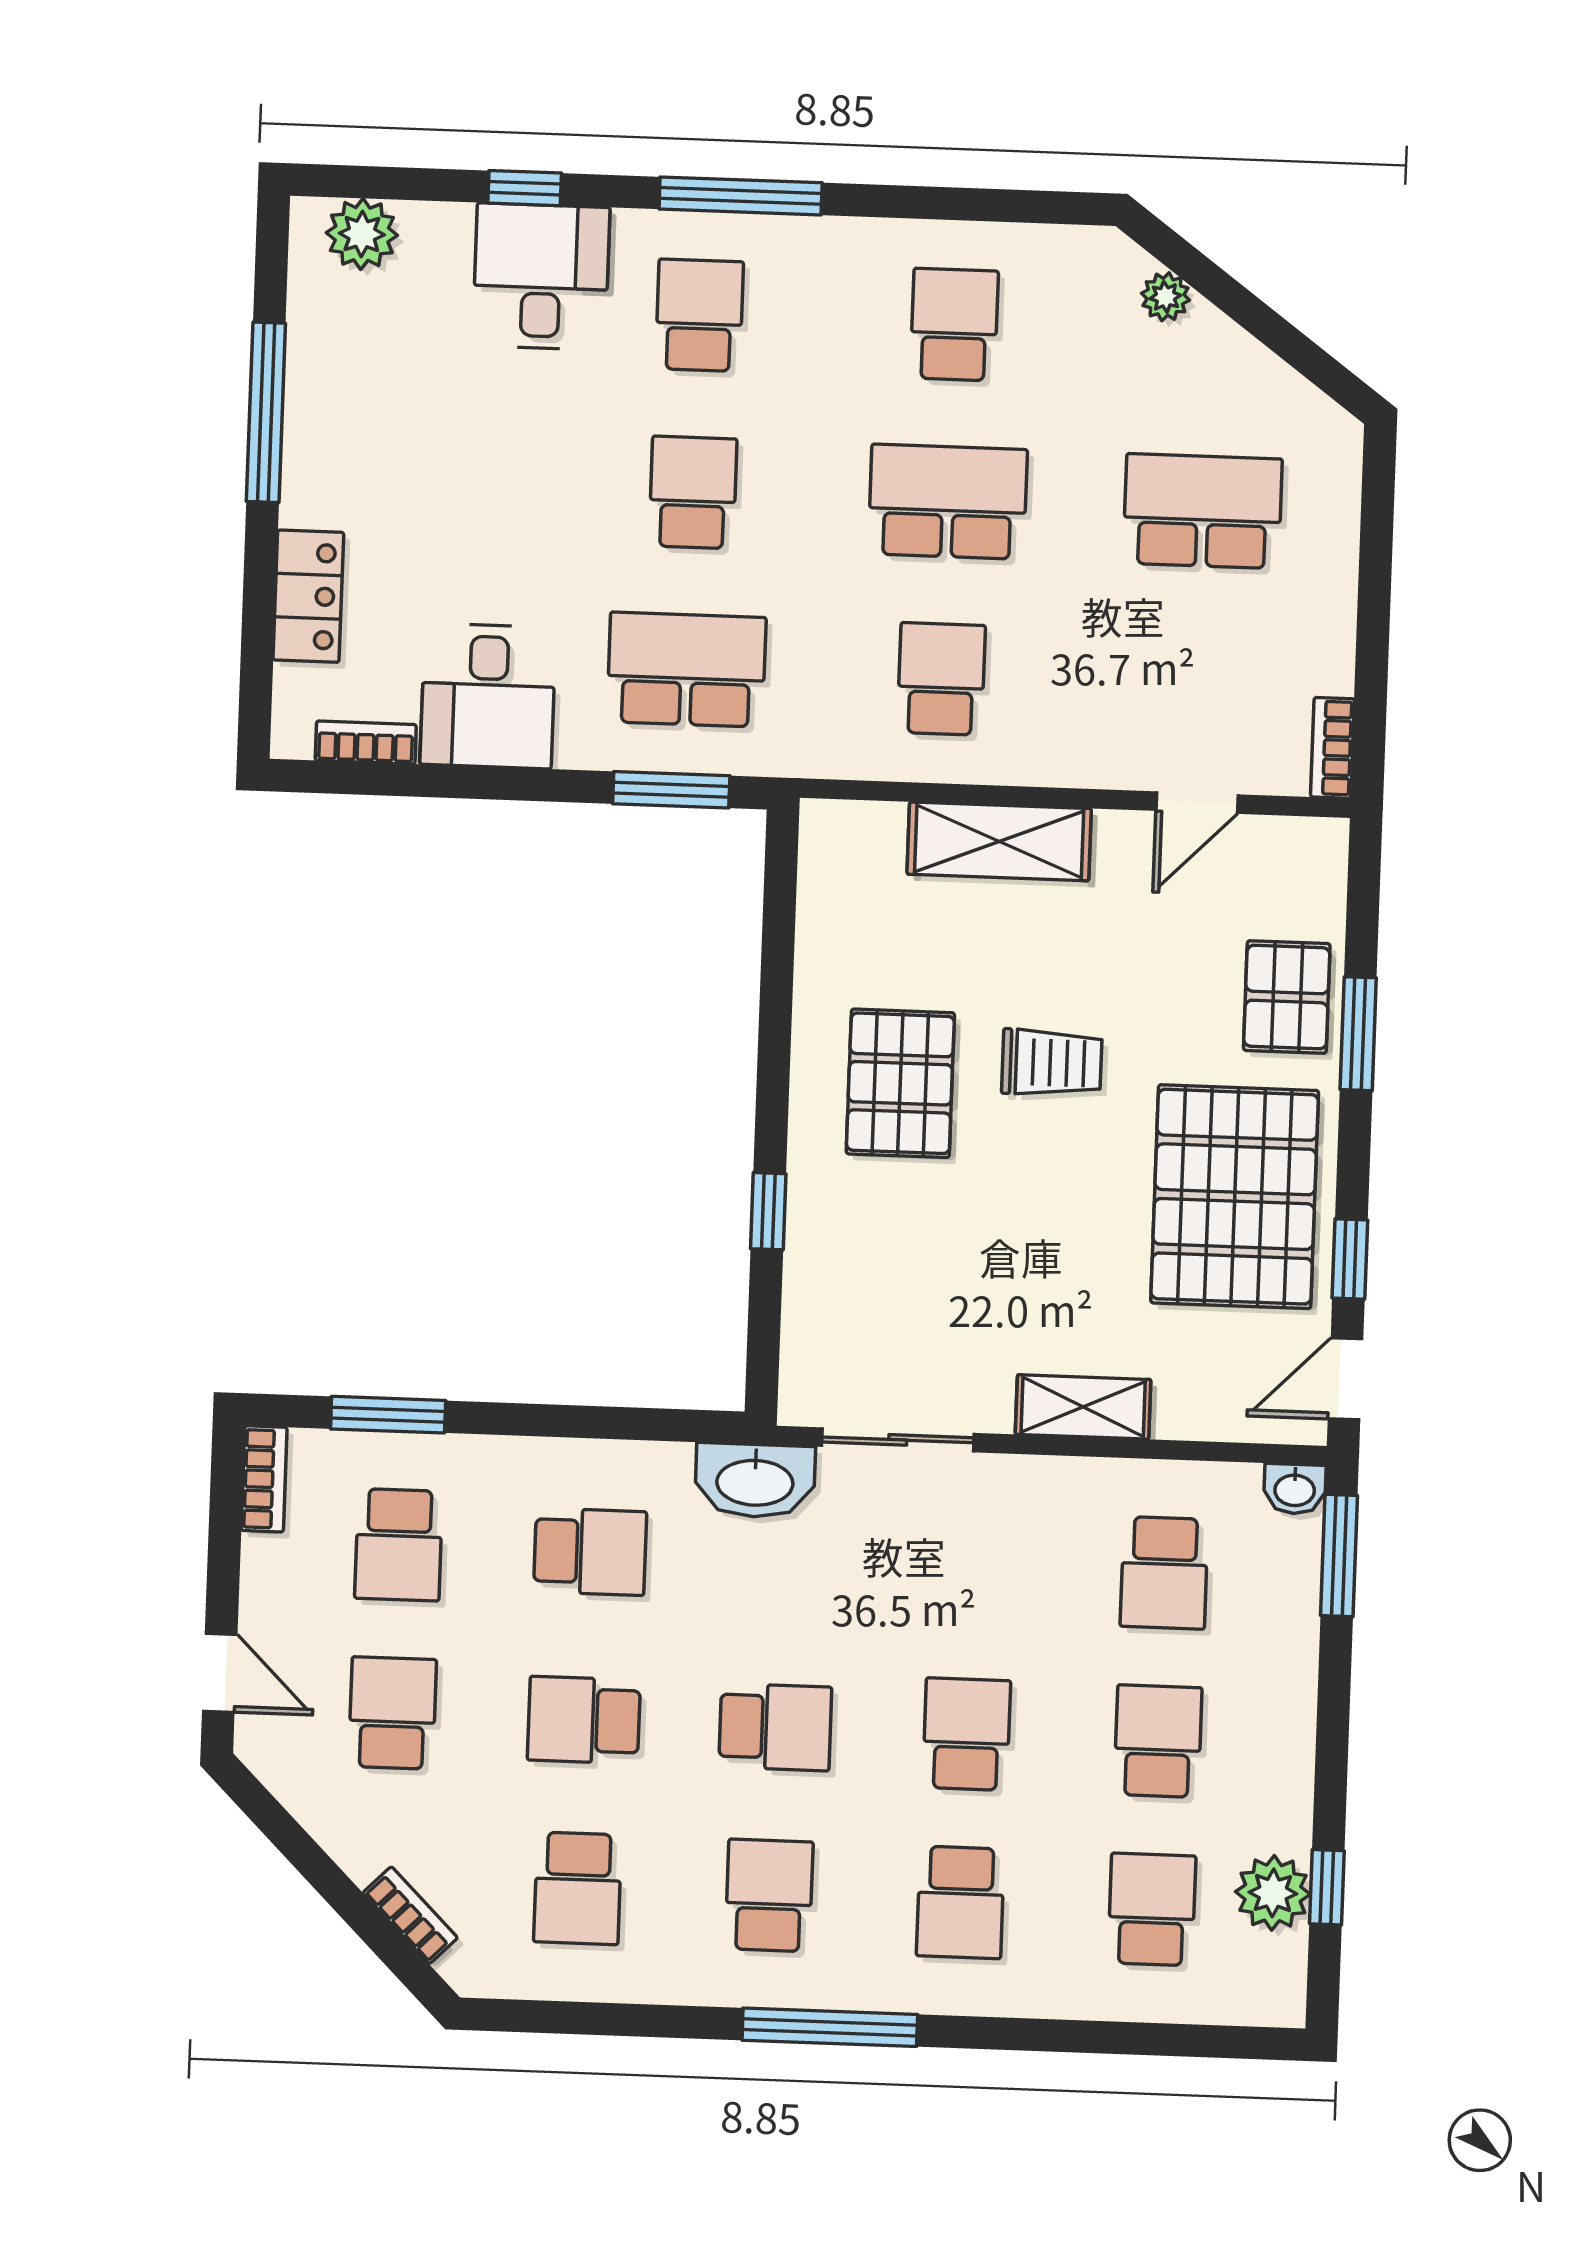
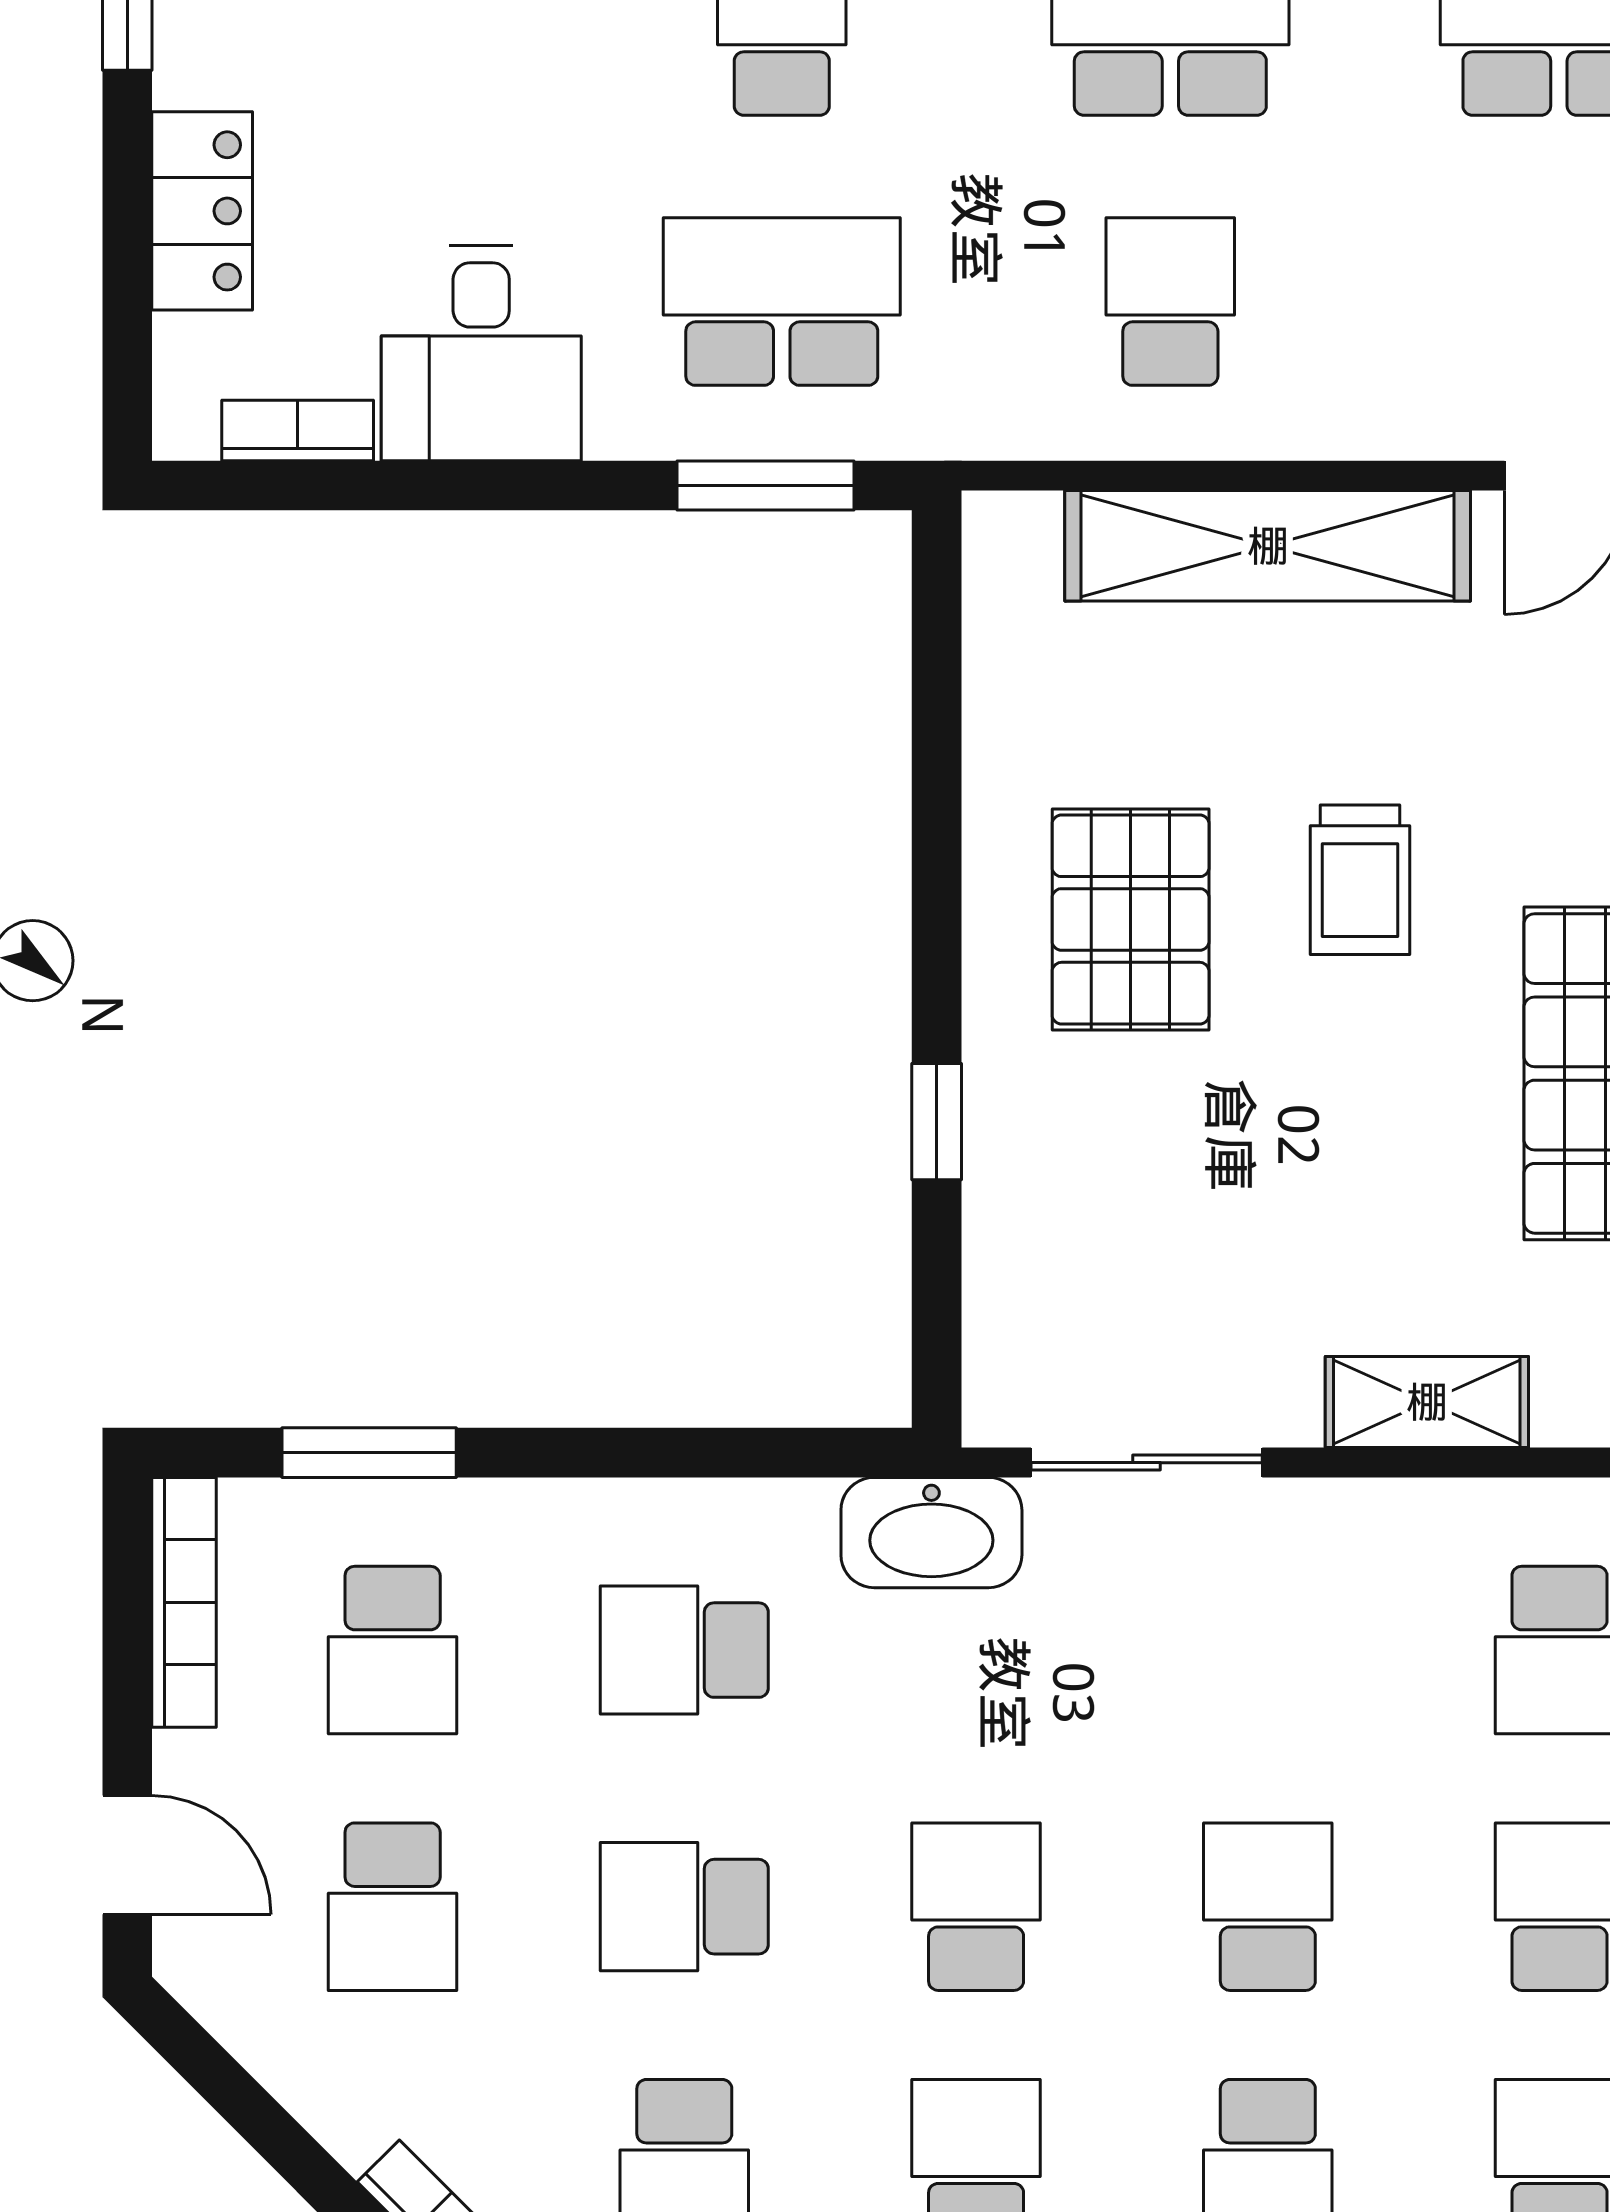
shelving: (999, 841) -> (1268, 546), width x1.47
trolley: (1052, 1063) -> (1360, 880), turned 90
bookcase: (264, 1479) -> (184, 1602), width x1.56
school desk: (590, 1552) -> (684, 1650), turned 180
school desk: (392, 1713) -> (393, 1907), turned 180
school desk: (775, 1727) -> (976, 1907), turned -90

